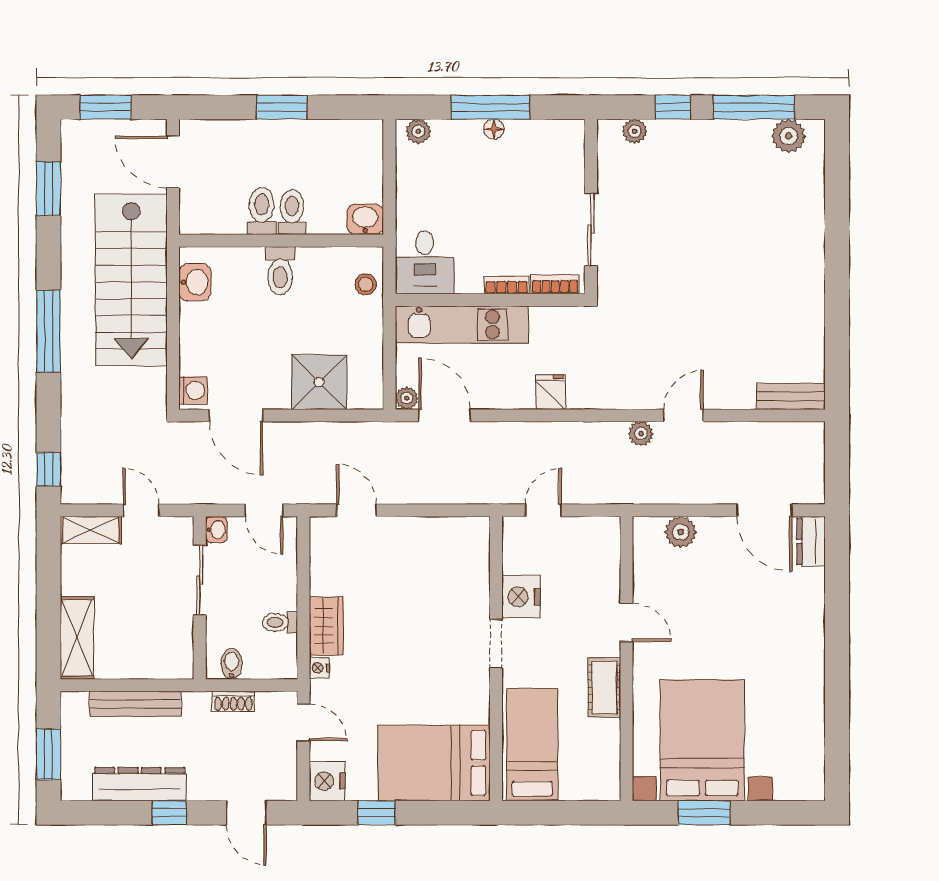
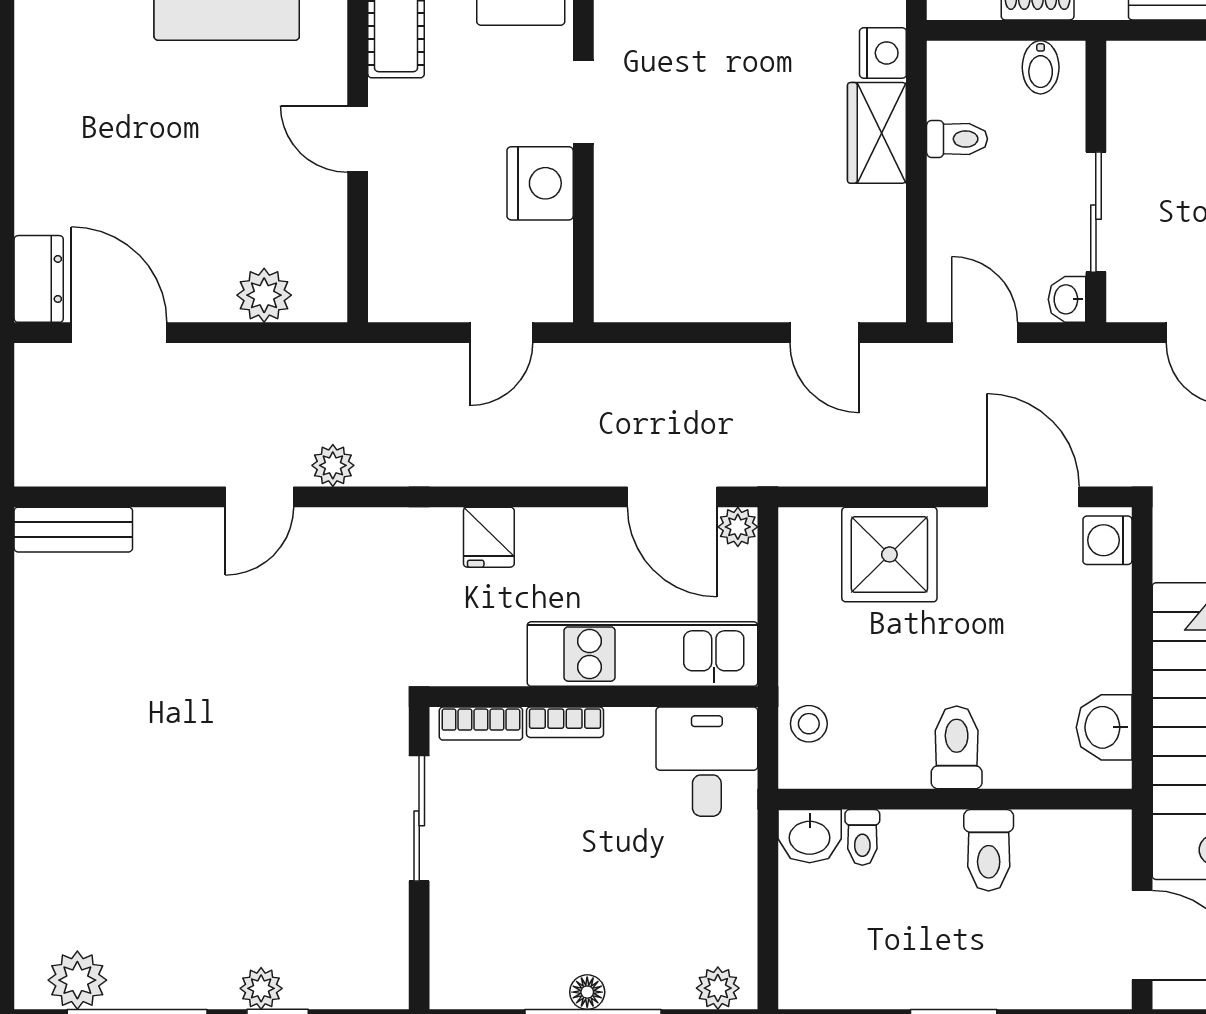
plant: (635, 131) -> (261, 988), moved
toilet: (292, 212) -> (862, 837), moved, width x0.73, depth x0.72
nightstand: (319, 668) -> (883, 53), width x1.39, depth x1.35

